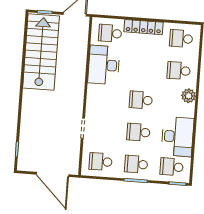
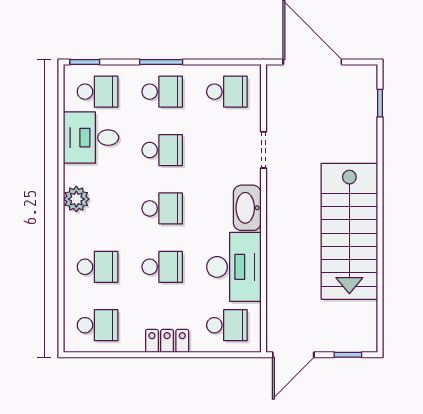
locker: (143, 27) -> (167, 341), width x0.66
stairs: (41, 52) -> (349, 231), moved
school desk: (143, 68) -> (162, 267), added
plant: (189, 96) -> (76, 199), moved
washbasin: (94, 97) -> (247, 208), added
desk: (177, 137) -> (91, 138), width x0.73

